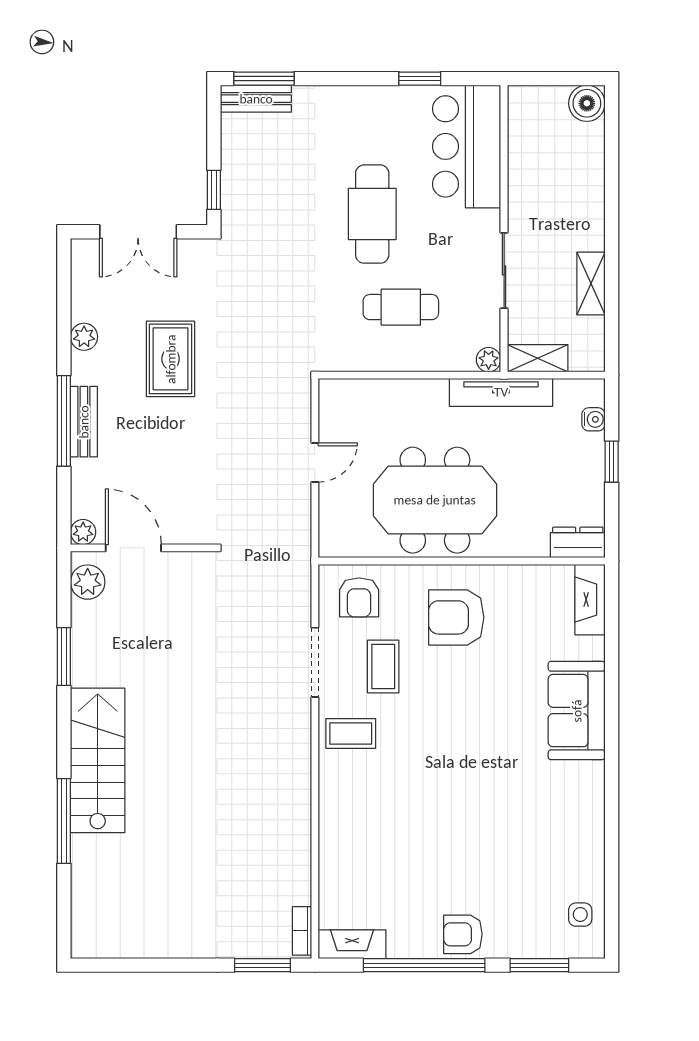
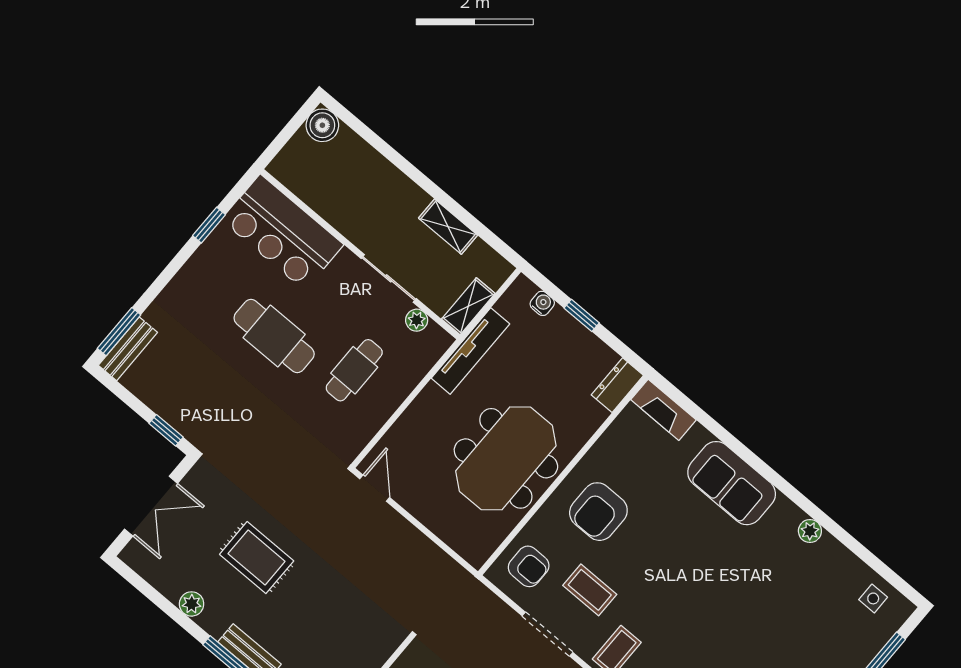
plant: (489, 360) -> (417, 320), moved
door: (315, 463) -> (375, 488), moved
plant: (592, 812) -> (810, 531), added

